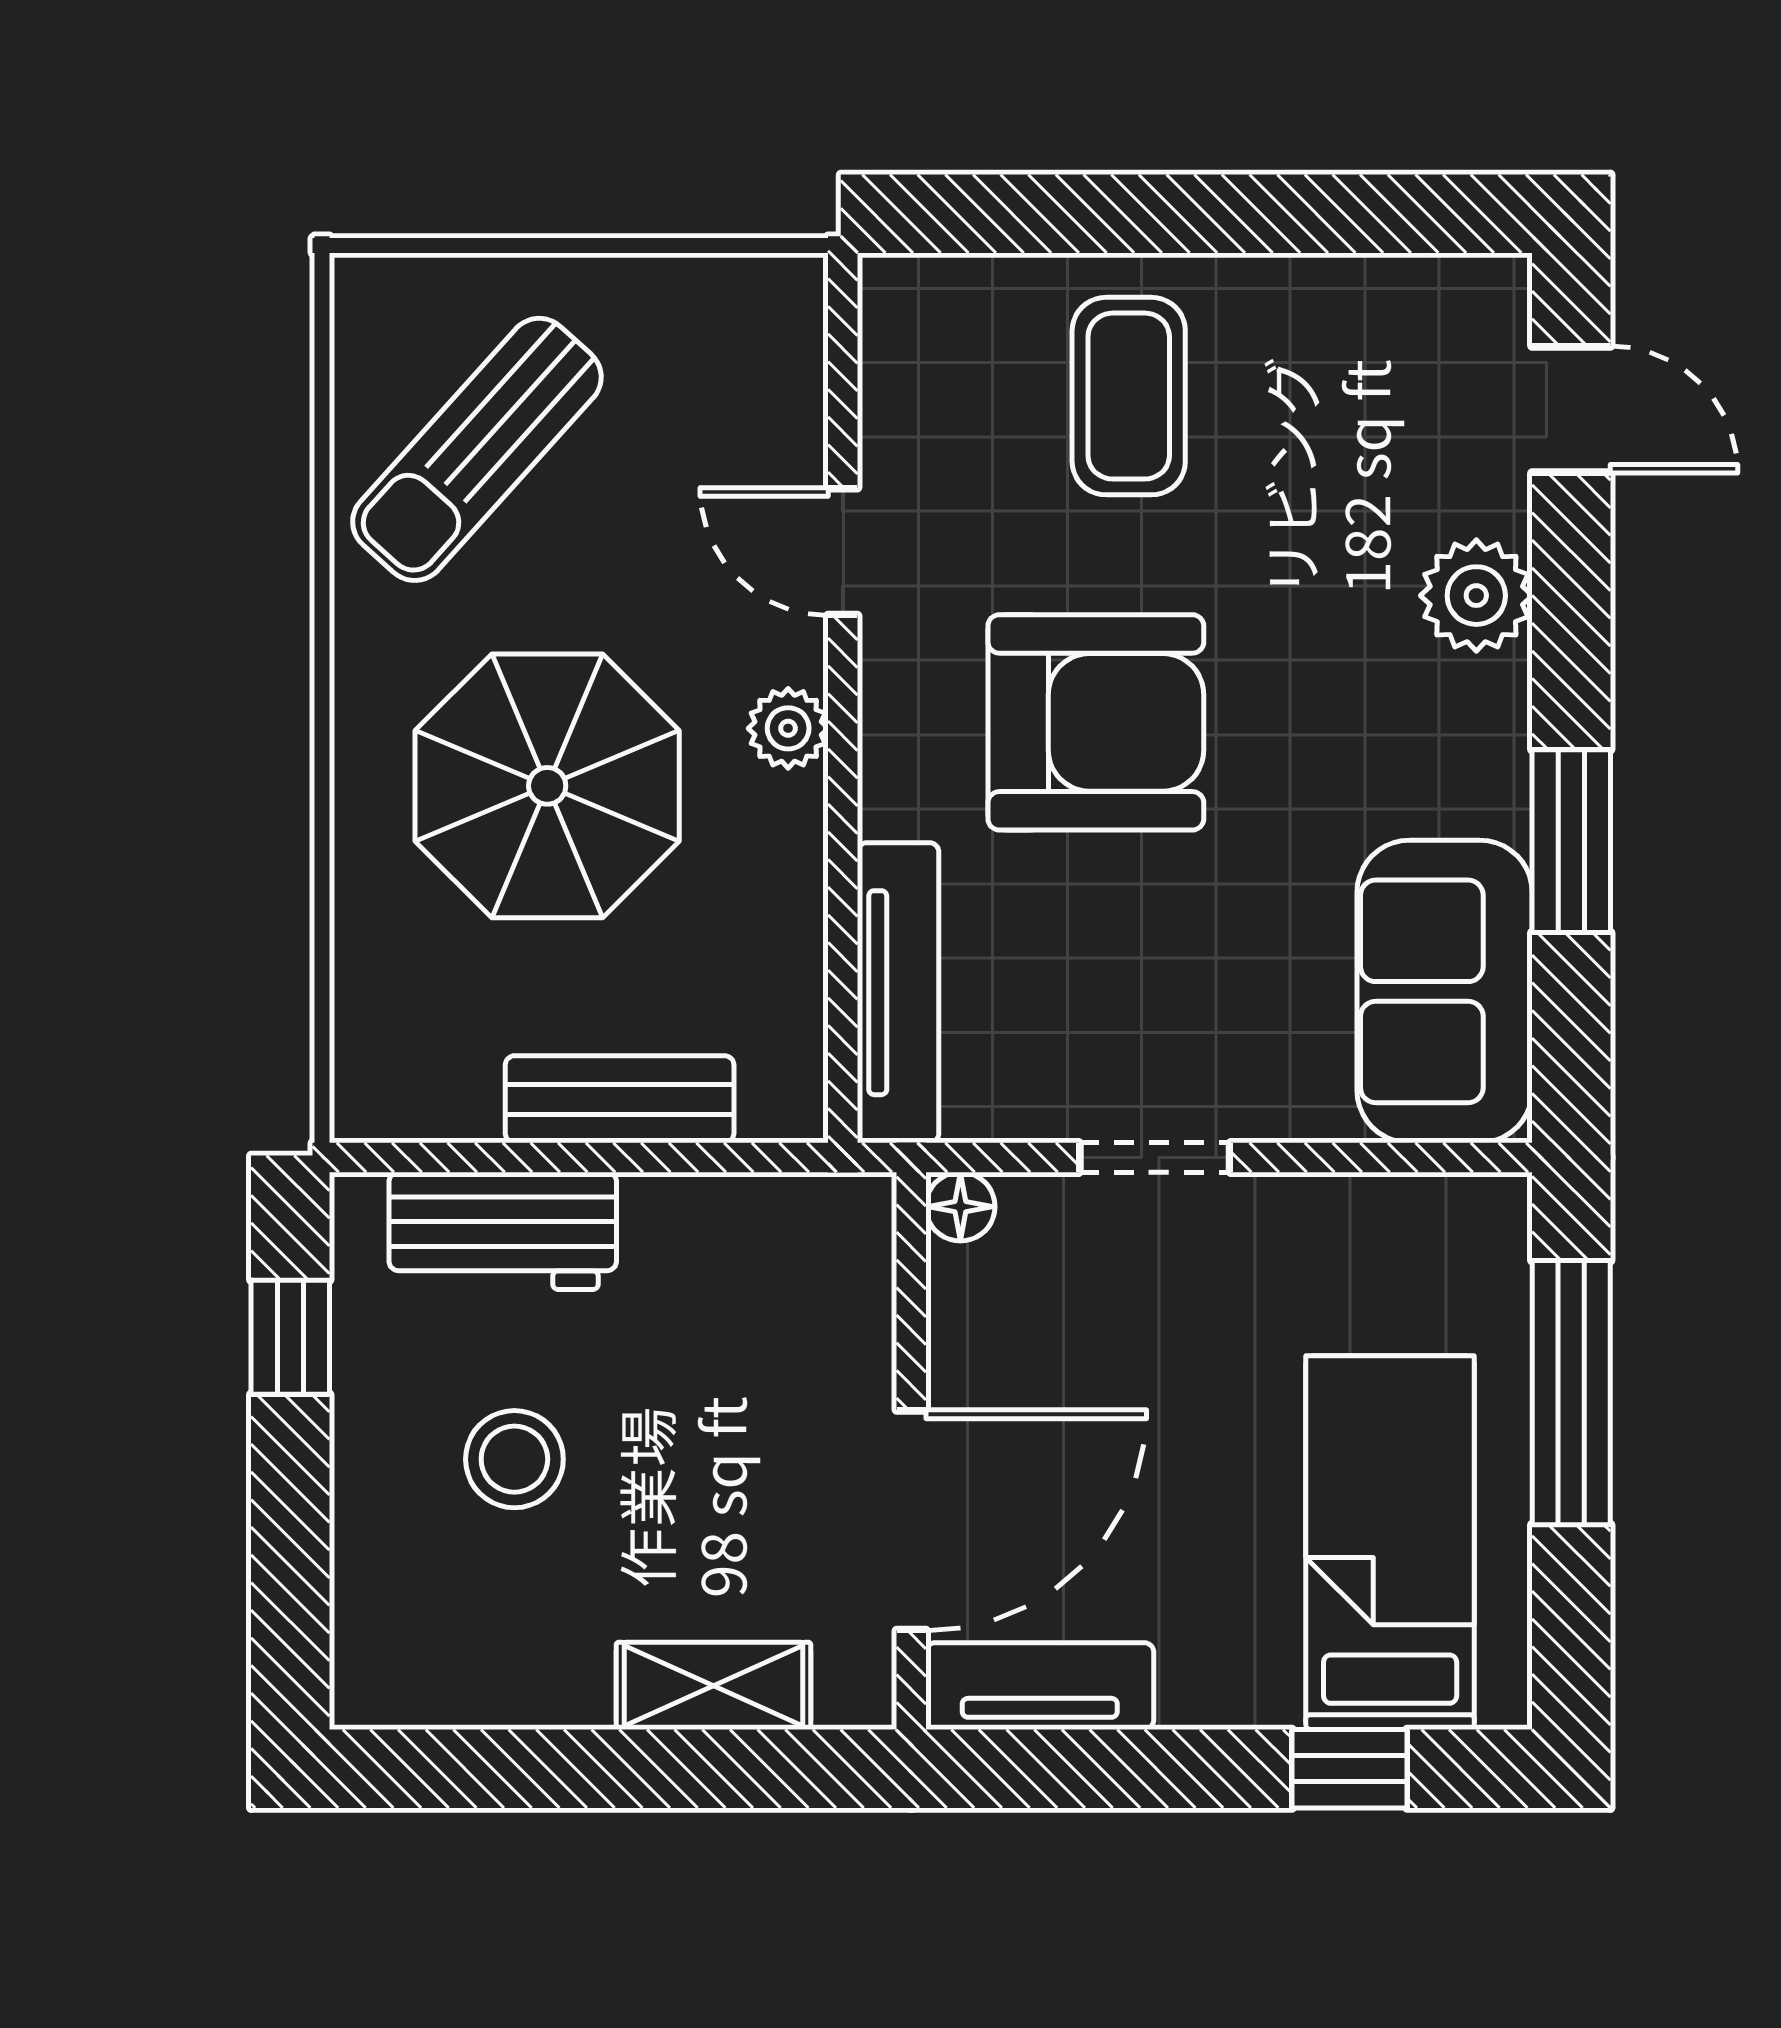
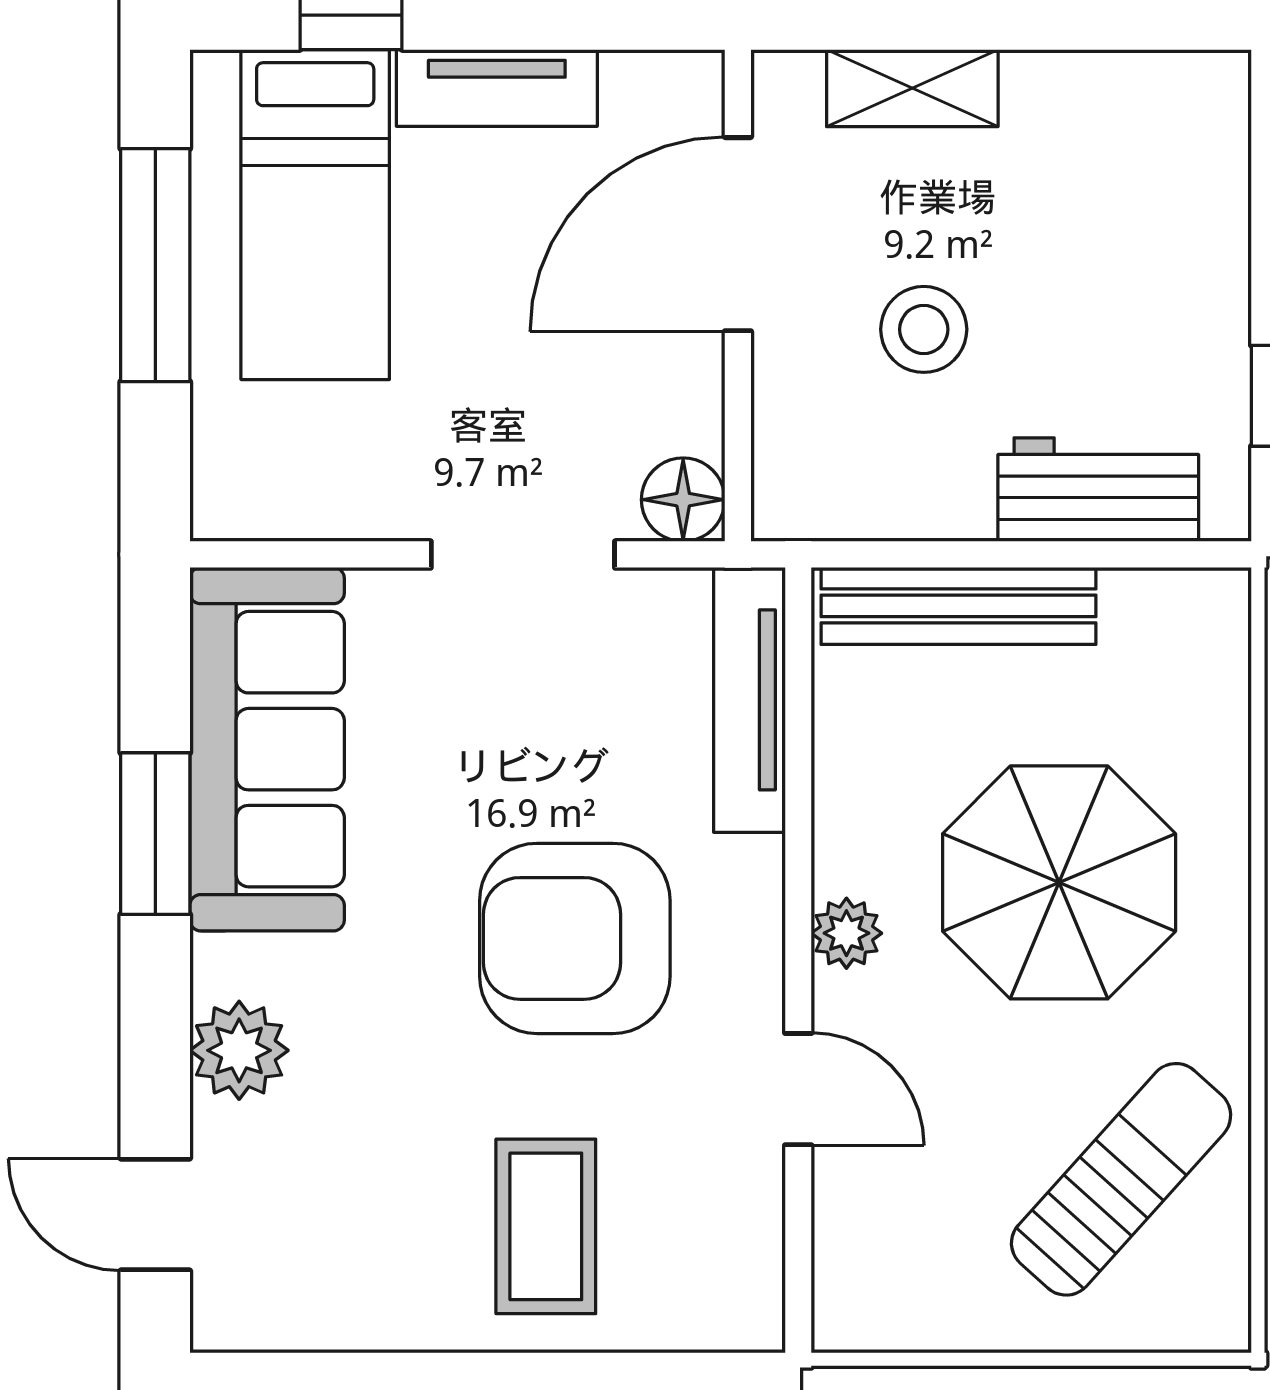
sofa: (1445, 991) -> (267, 749), width x1.36
bench: (620, 1099) -> (959, 606), width x1.36
doorway: (1155, 1157) -> (523, 554), width x1.38
floor lamp: (960, 1207) -> (683, 500), width x1.37, depth x1.37
window: (1571, 1393) -> (155, 265), moved
stool: (514, 1459) -> (924, 329), moved
tv unit: (1040, 1686) -> (497, 88), moved

